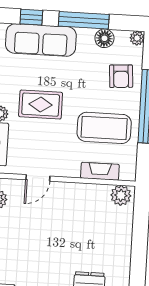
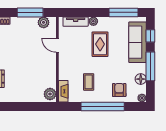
armchair: (121, 76) -> (119, 90), turned 94
coffee table: (104, 128) -> (89, 82), width x0.54, depth x0.58
fireplace: (100, 171) -> (63, 91), moved

